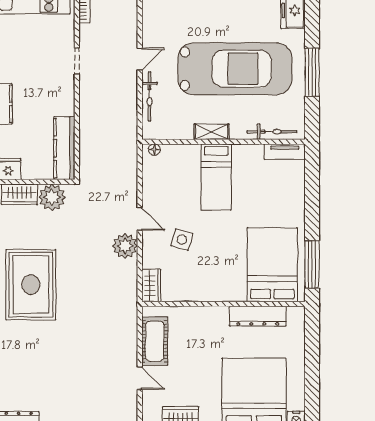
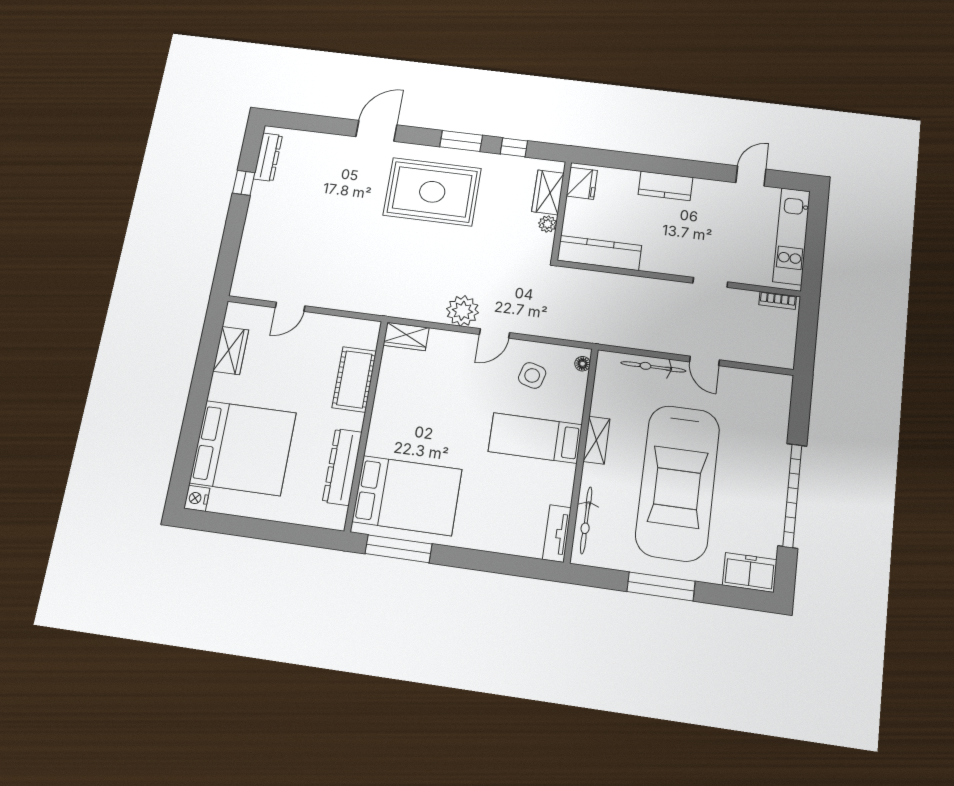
plant: (52, 197) -> (548, 224), width x0.53, depth x0.53
side table: (182, 240) -> (532, 375), moved
cot: (155, 341) -> (354, 379), moved, turned 90

